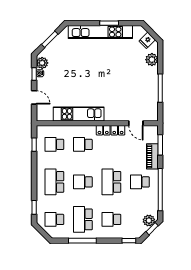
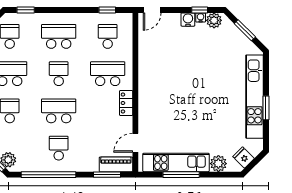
water cooler: (41, 83) -> (188, 20), added
door: (34, 97) -> (152, 10), moved
kitchen unit: (79, 114) -> (176, 162), moved, turned -90
locker: (111, 130) -> (126, 103), width x0.66
school desk: (83, 144) -> (108, 74), width x1.85
piano: (152, 156) -> (116, 164), moved

